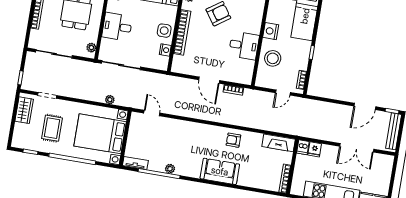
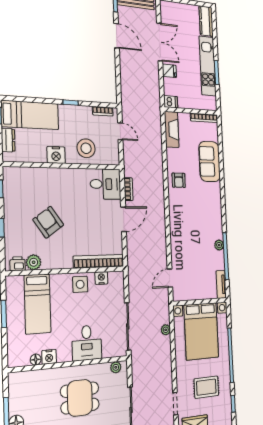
bookcase: (182, 32) -> (99, 261), moved
desk: (244, 46) -> (106, 184), moved, turned 90
fridge: (315, 149) -> (169, 71), moved
sofa: (220, 171) -> (210, 162), moved

